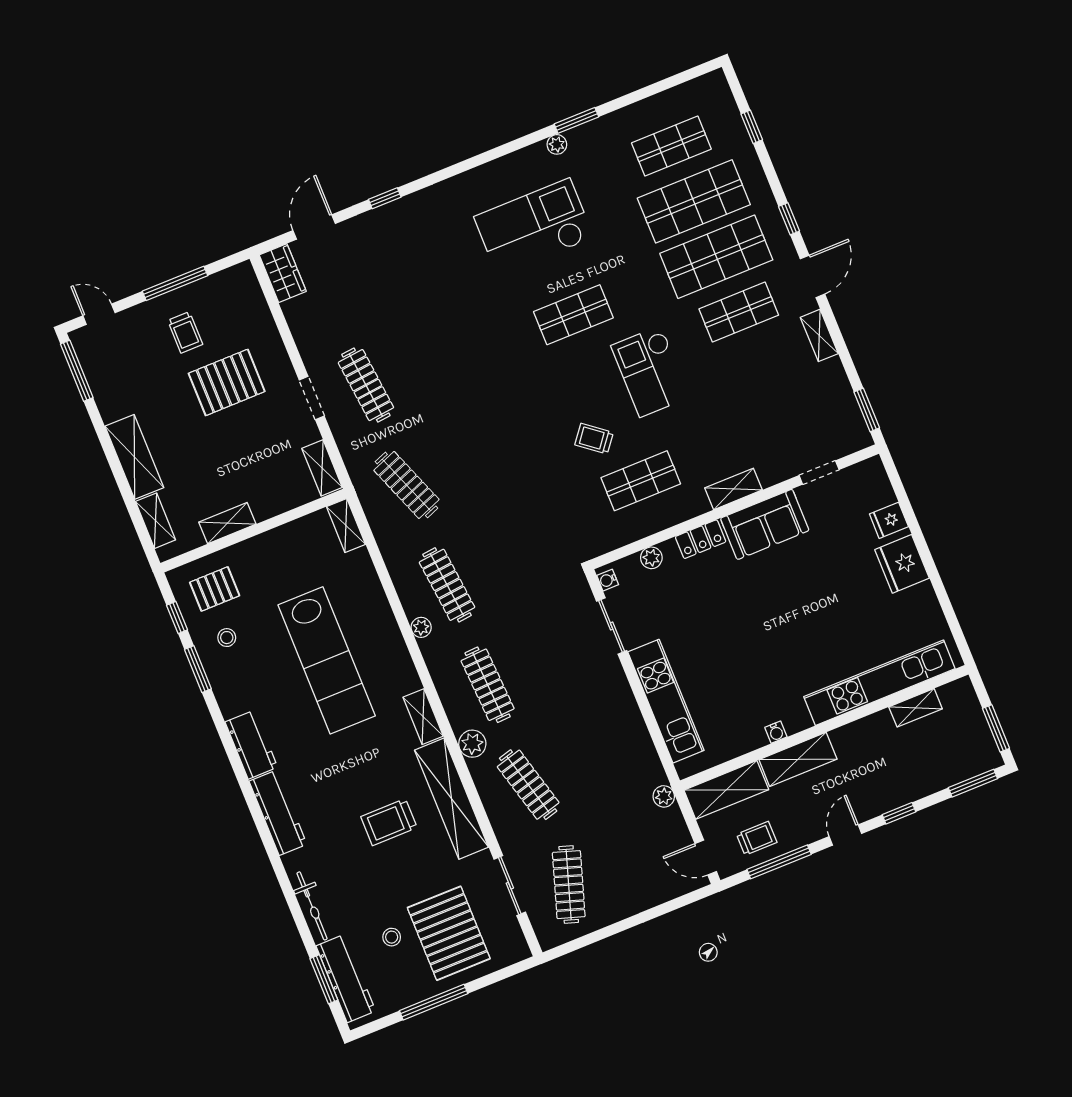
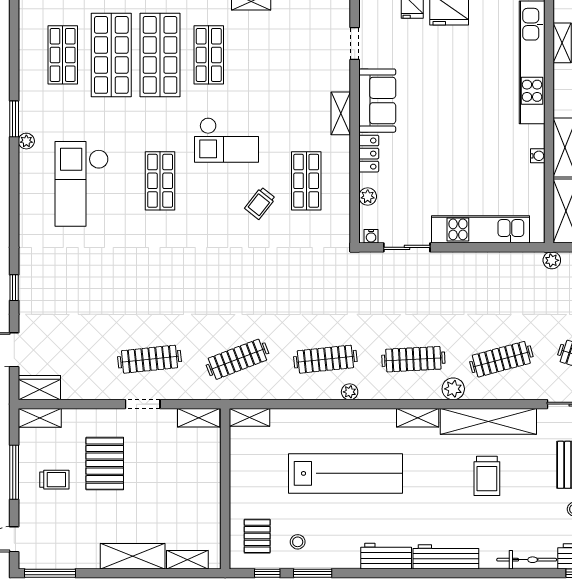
shelving: (227, 523) -> (40, 418), moved, turned 90

